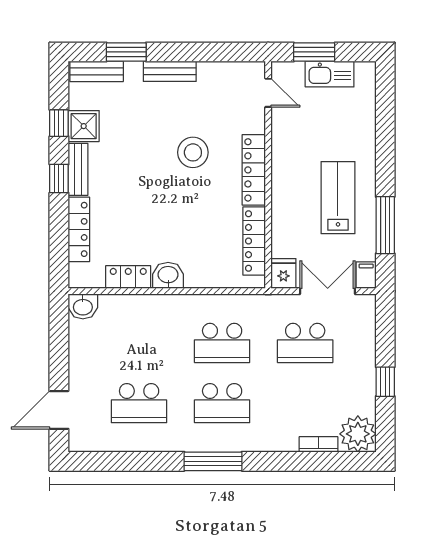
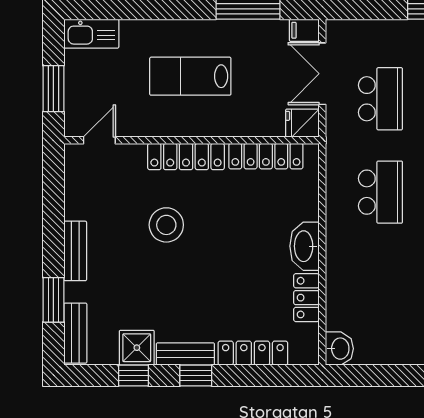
kitchen sink: (330, 74) -> (91, 34), moved, turned 90
lab bench: (338, 198) -> (190, 76), moved
washbasin: (168, 275) -> (304, 246), width x1.38

